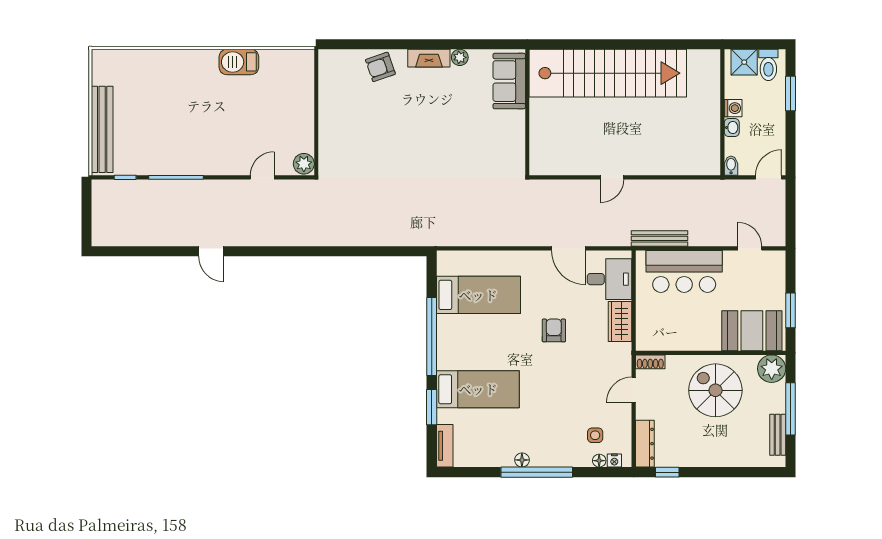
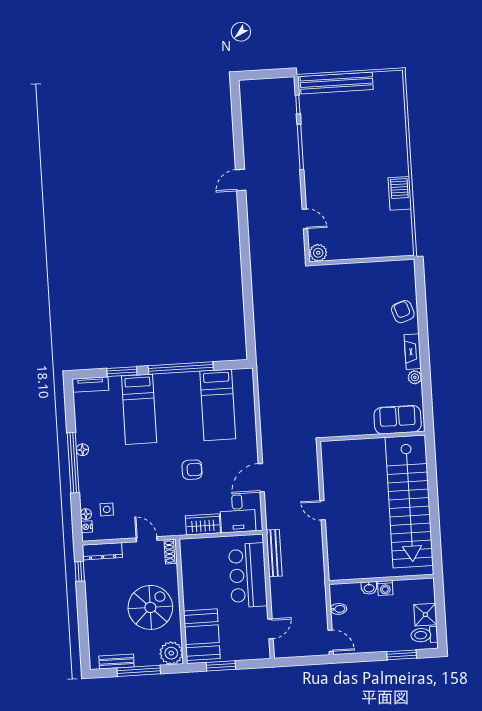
washing machine: (733, 108) -> (385, 588), moved
wall: (722, 112) -> (381, 579), moved
washbasin: (732, 128) -> (369, 588), moved

